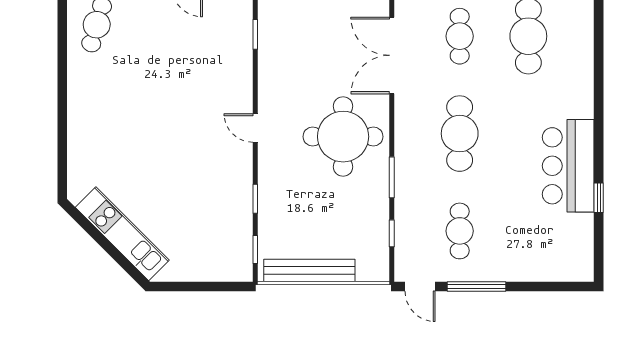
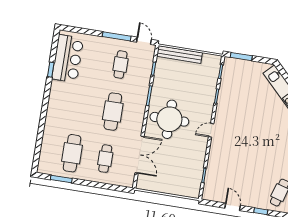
door: (255, 128) -> (211, 130), swing flipped
bar counter: (568, 166) -> (68, 59), moved
bench: (309, 270) -> (180, 54), moved
window: (219, 287) -> (241, 57), added

